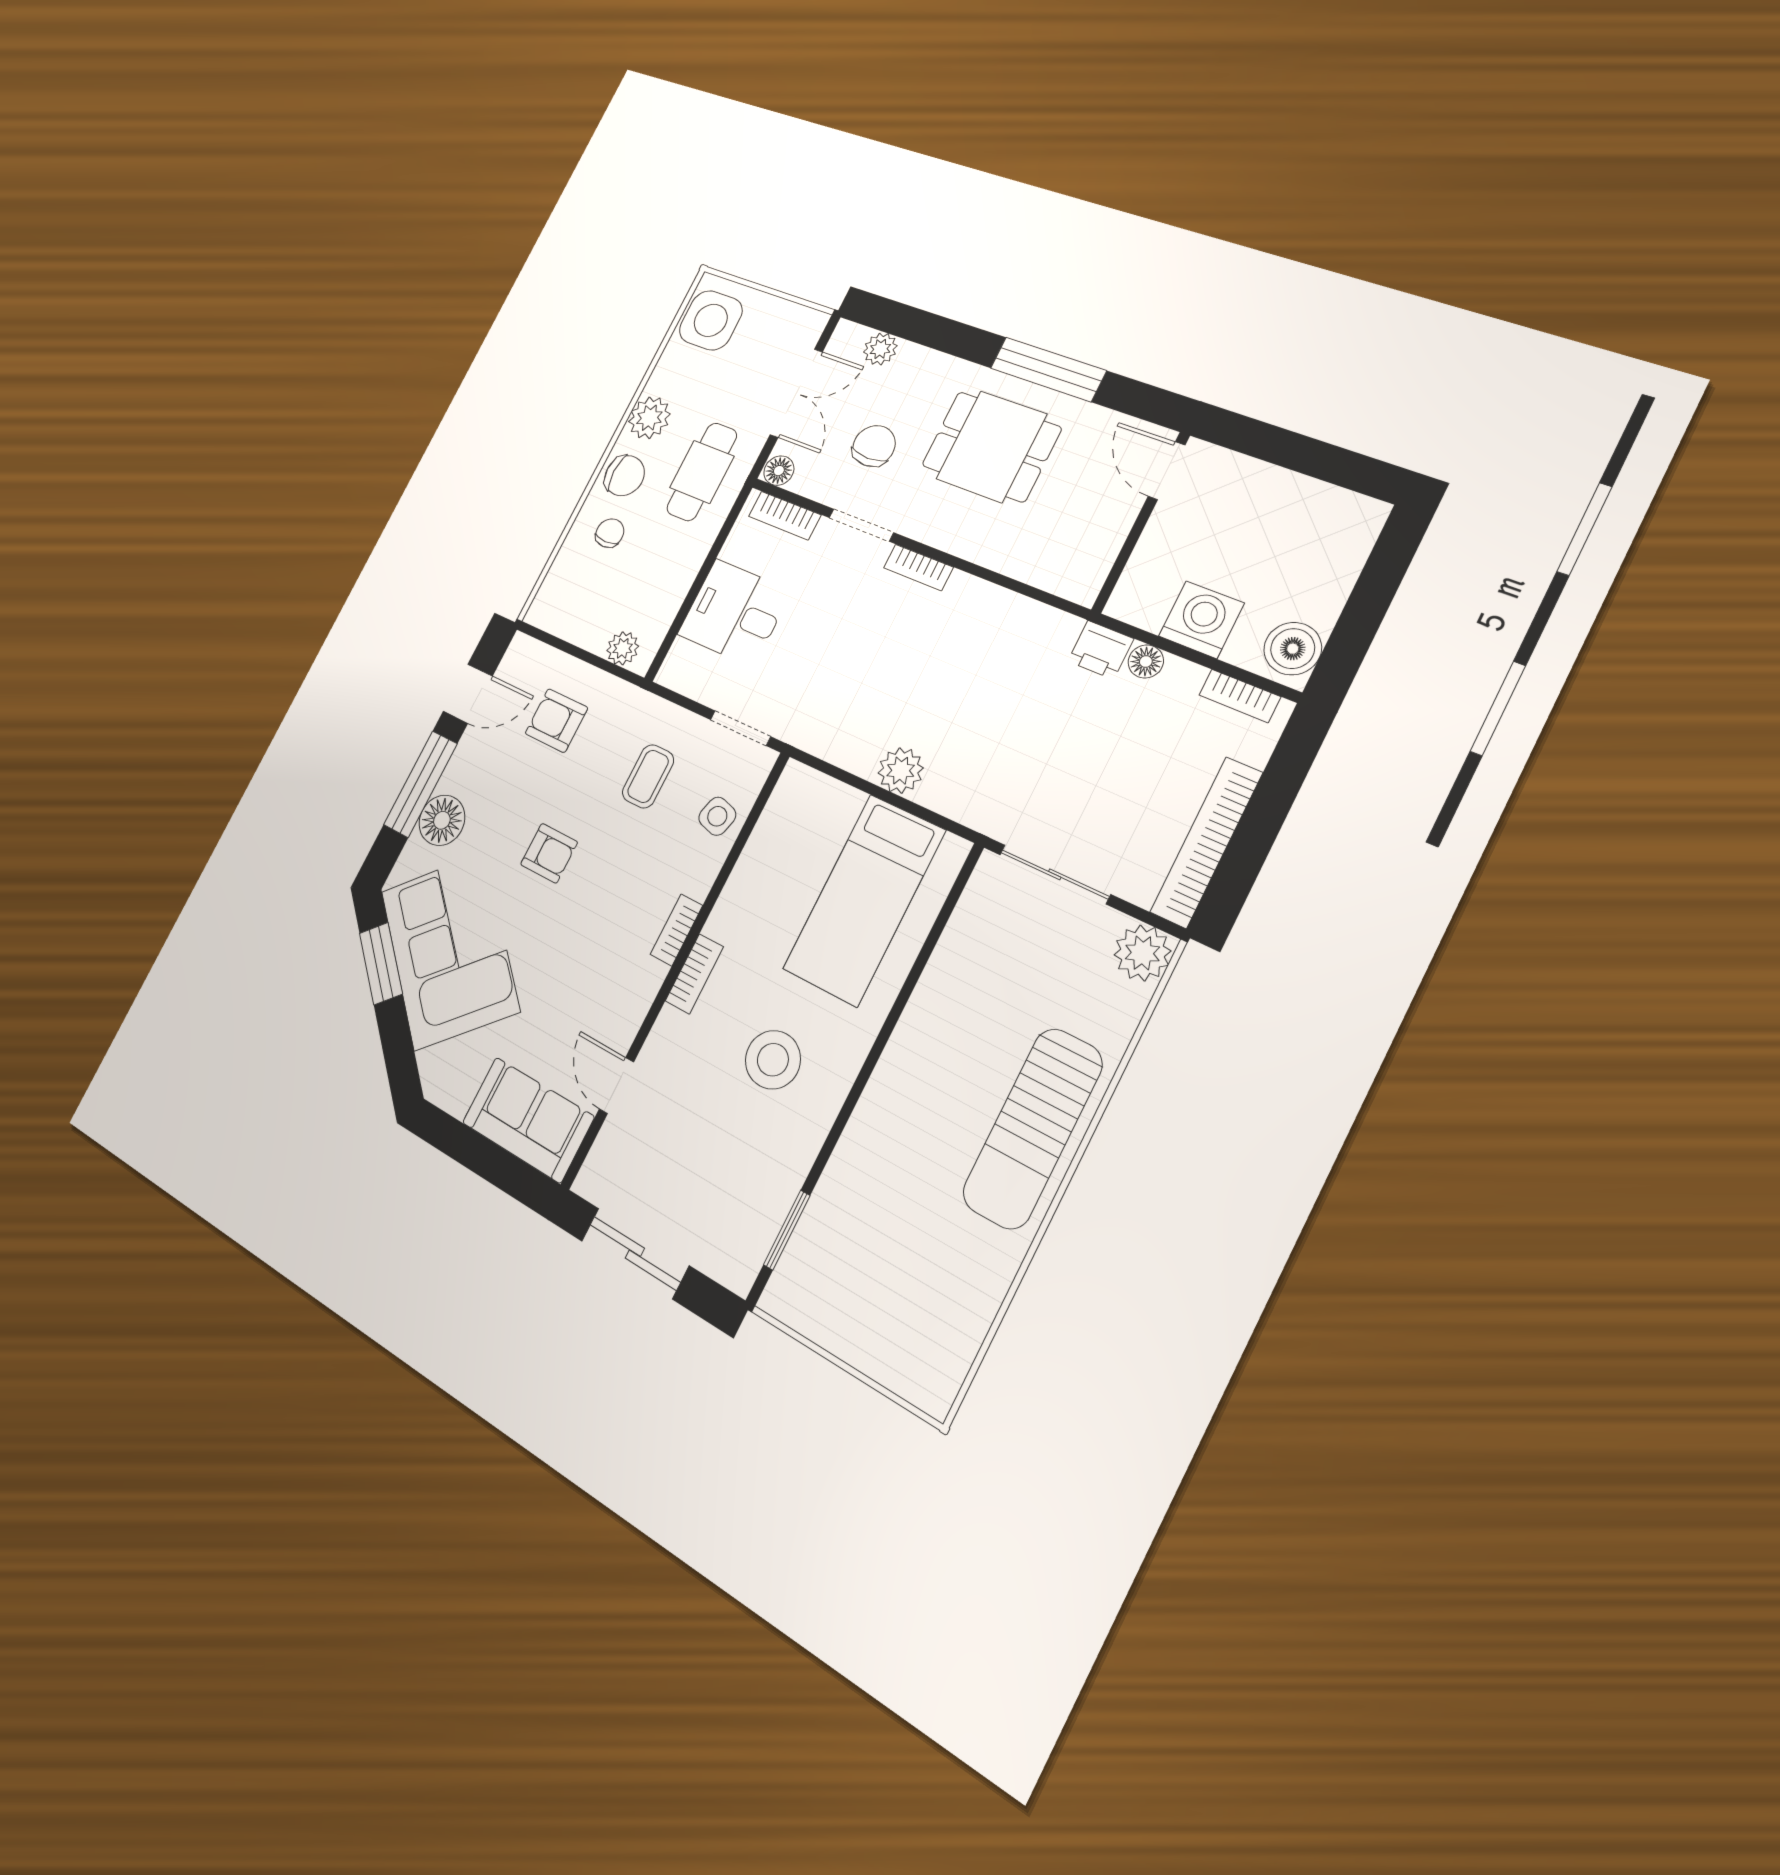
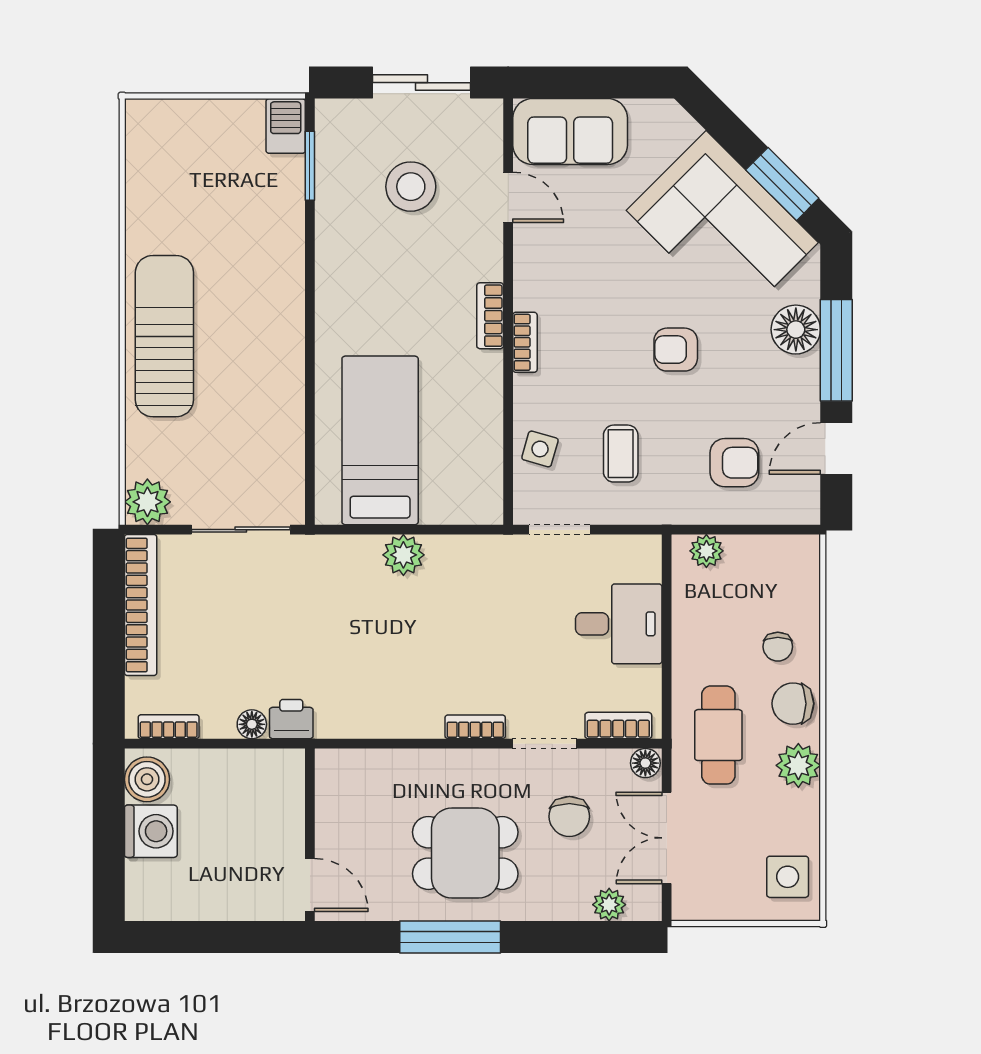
side table: (711, 320) -> (788, 877), width x0.73, depth x0.73
washing machine: (1201, 620) -> (151, 831), moved, turned -90
stool: (773, 1060) -> (411, 187), moved
barbecue: (789, 1288) -> (286, 126), added

